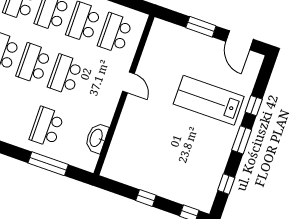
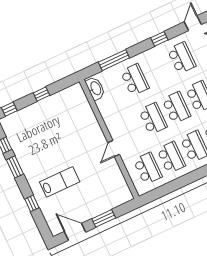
door: (128, 82) -> (114, 148), hinge flipped
lab bench: (209, 100) -> (60, 182), width x0.73, depth x0.72
washbasin: (97, 138) -> (95, 88), moved
window: (242, 140) -> (15, 167), moved

